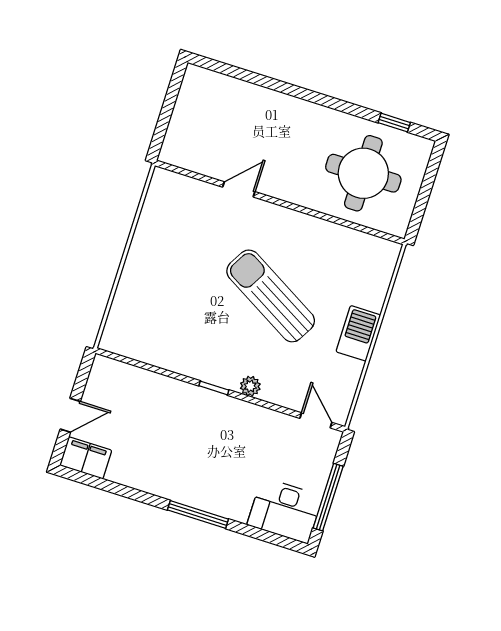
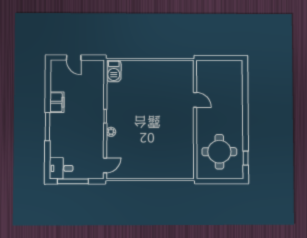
sun lounger: (271, 296) -> (153, 128), removed
barbecue: (358, 333) -> (114, 71), moved, turned 90
filing cabinet: (86, 458) -> (57, 102), moved
desk: (285, 510) -> (61, 168), width x0.73

